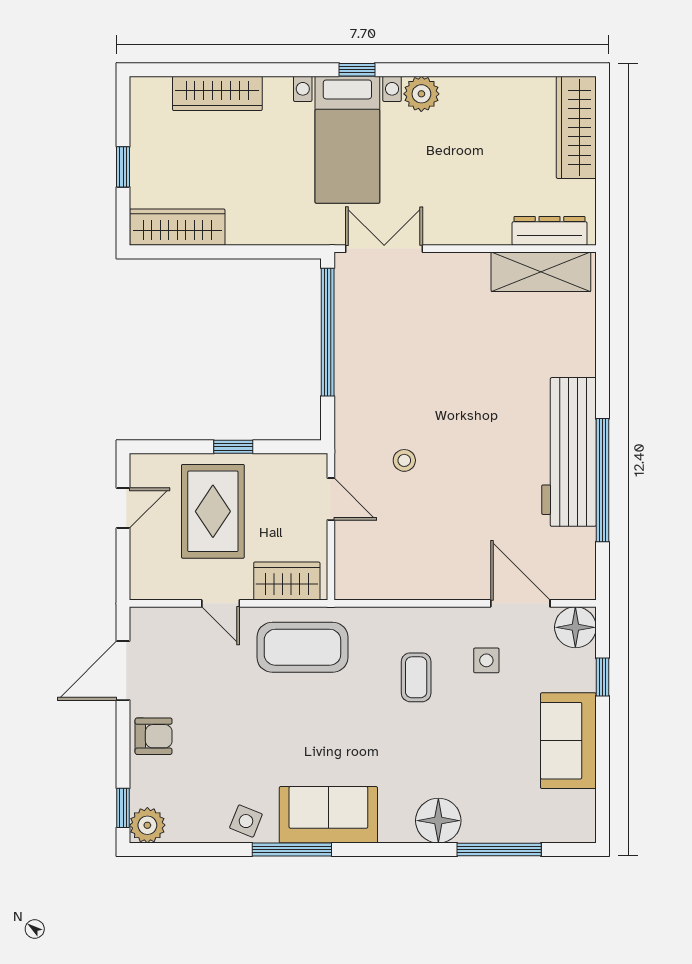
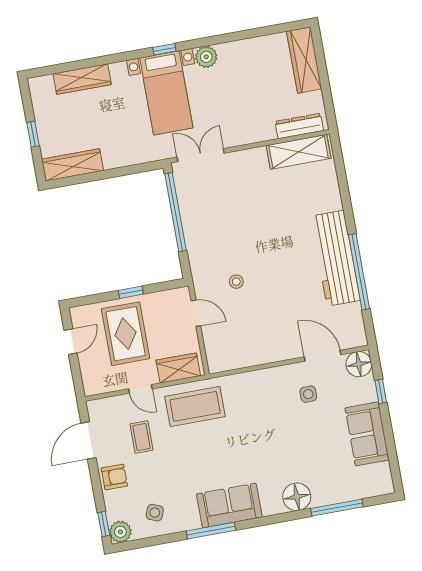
coffee table: (416, 677) -> (142, 437), moved
side table: (246, 821) -> (155, 513), moved

